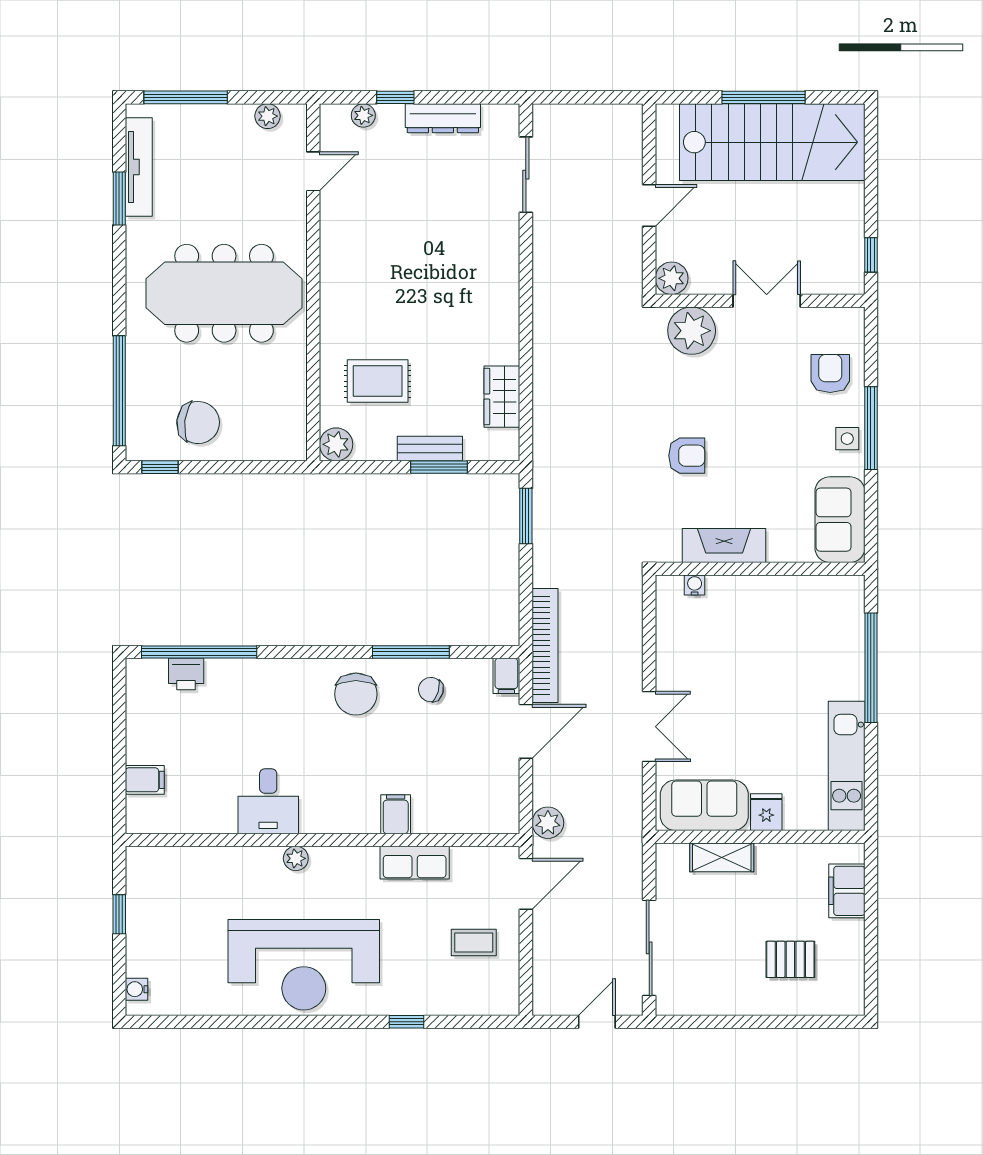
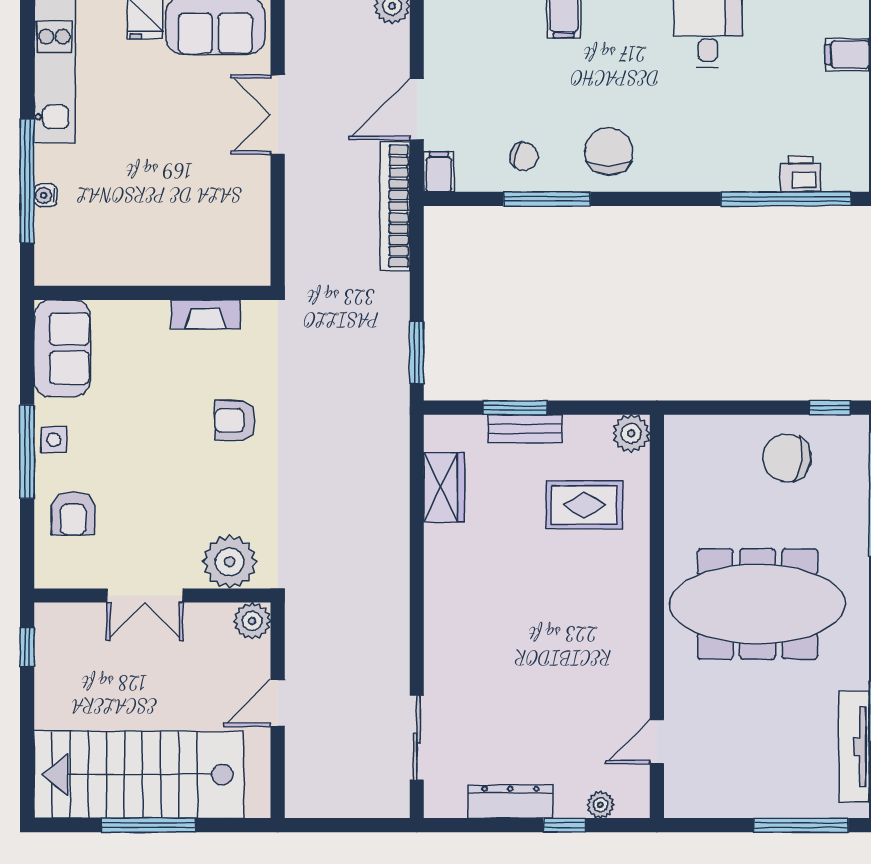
plant: (268, 116) -> (709, 804), removed
fireplace: (724, 546) -> (206, 314), width x0.73, depth x0.76
water cooler: (695, 585) -> (45, 195), moved, turned 90

